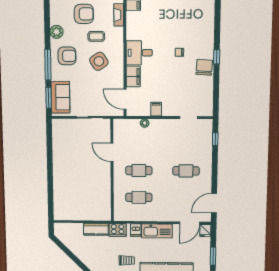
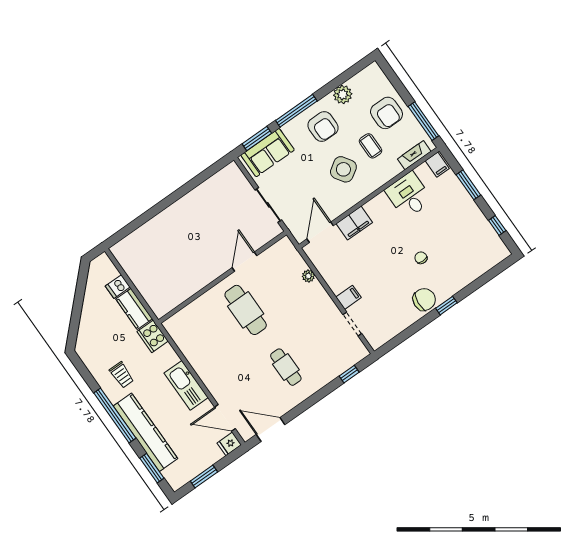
desk: (139, 53) -> (409, 195), moved
filing cabinet: (156, 109) -> (348, 297), moved
cafe table: (139, 171) -> (246, 310), width x1.37, depth x1.35
cafe table: (139, 197) -> (212, 333), removed
dishwasher: (136, 230) -> (118, 287), moved

